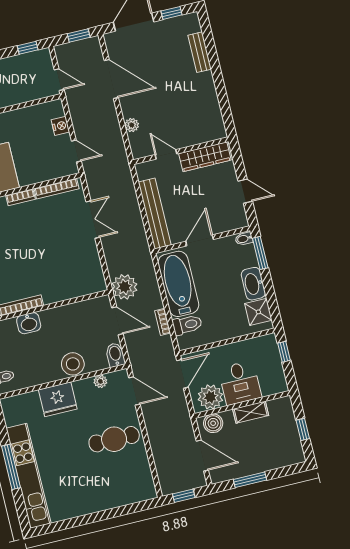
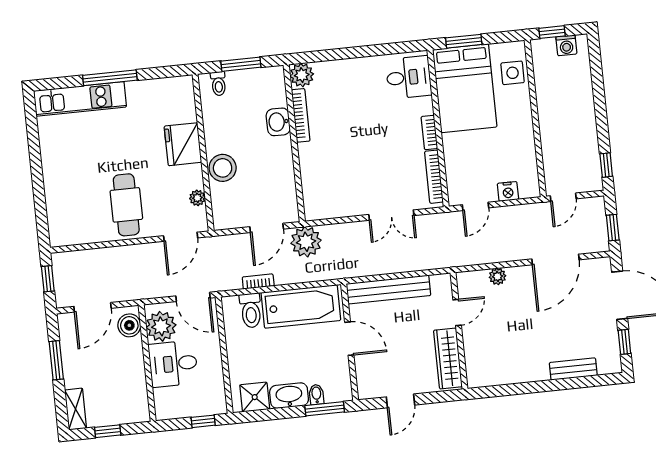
bidet: (244, 239) -> (316, 395), moved
bidet: (115, 355) -> (227, 220), removed
shelving: (251, 412) -> (76, 409), moved
kitchen unit: (29, 476) -> (80, 99), width x0.73

